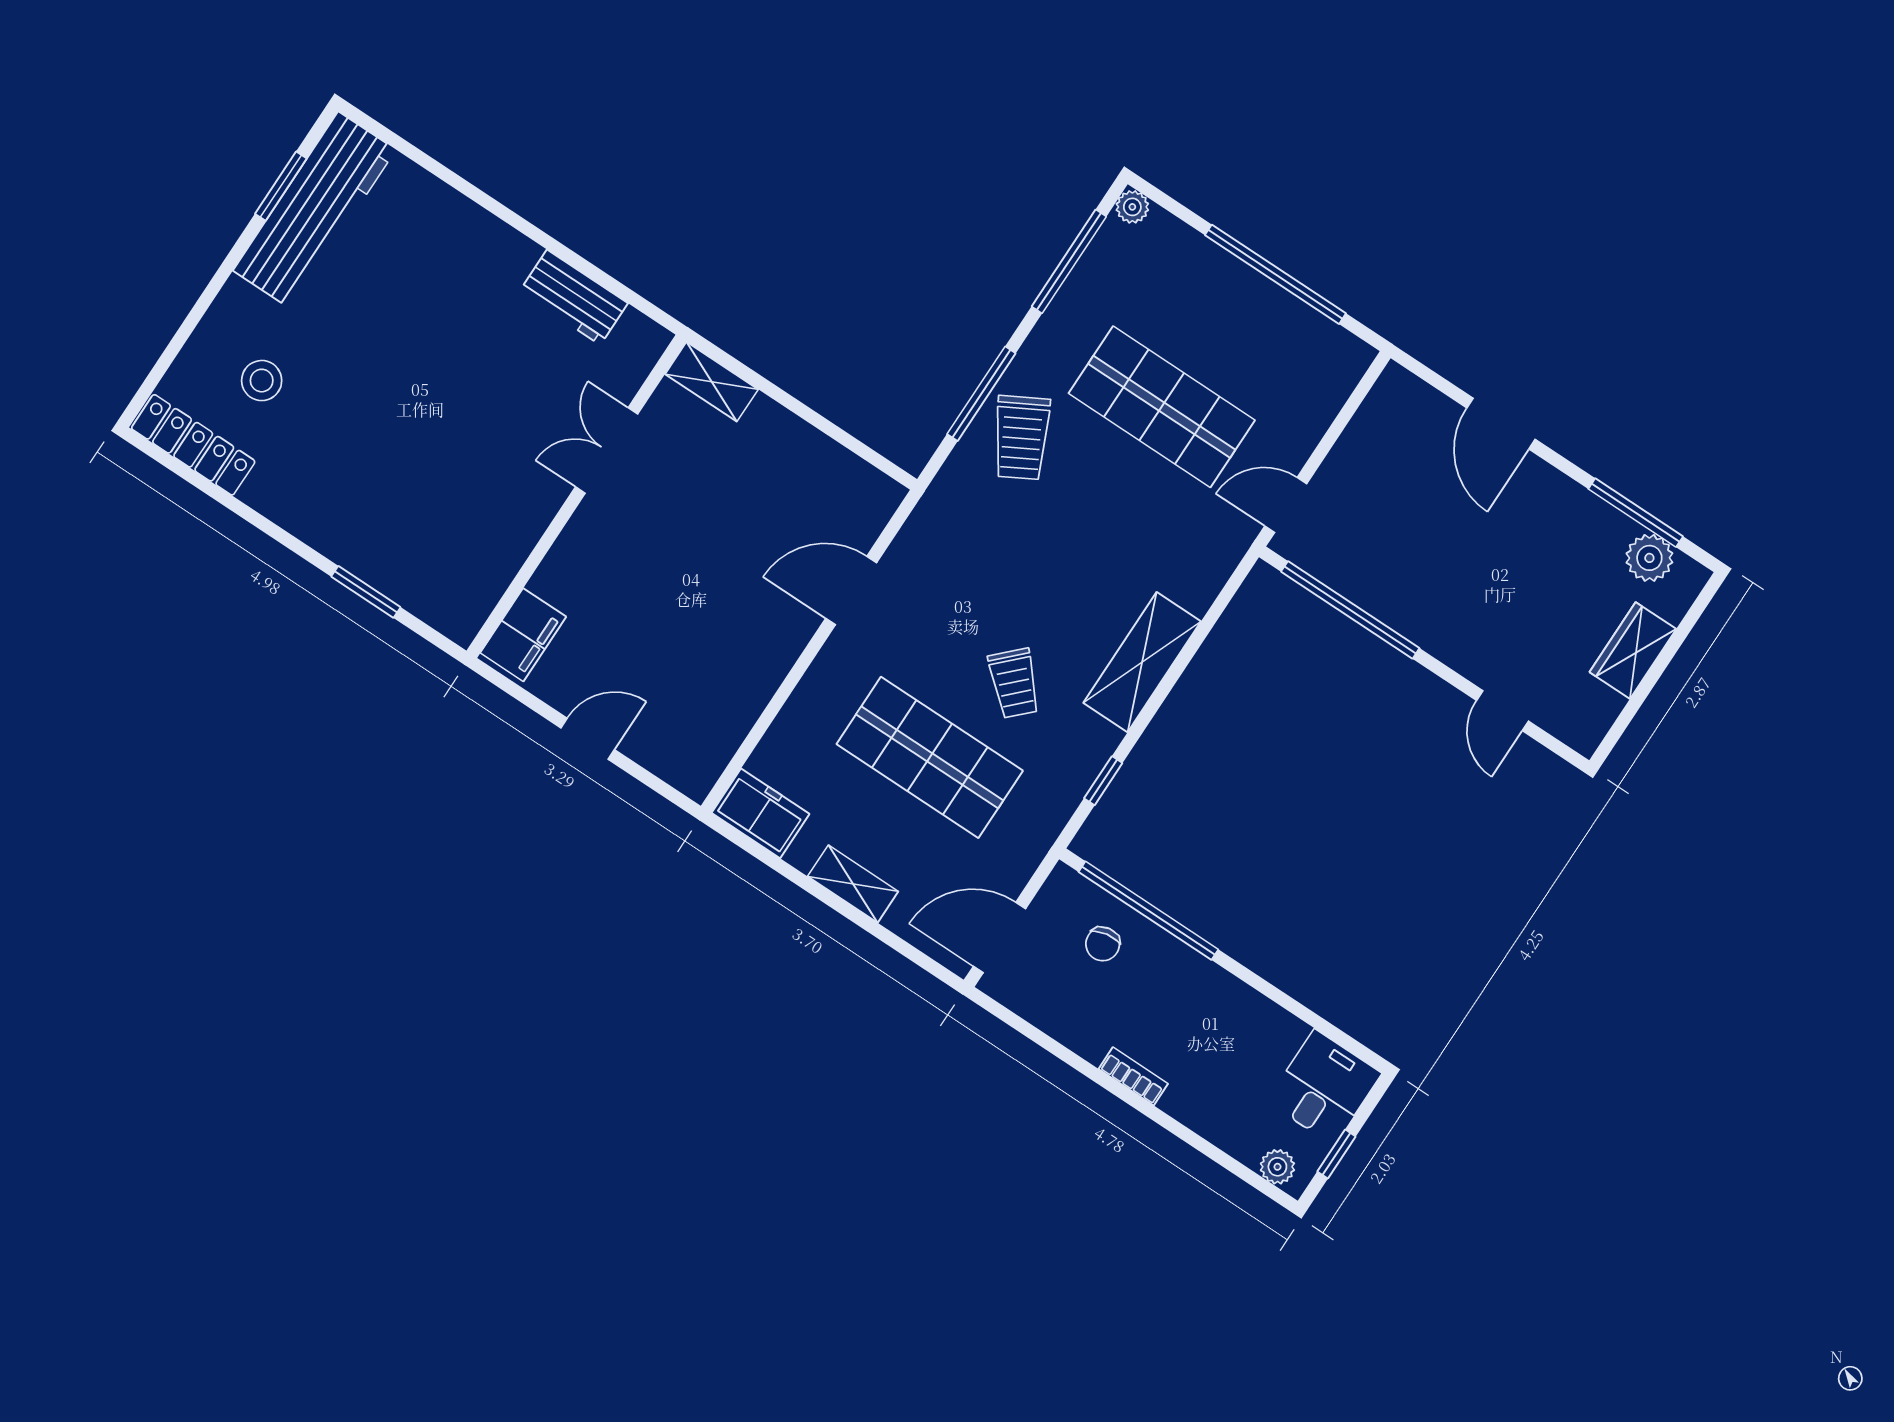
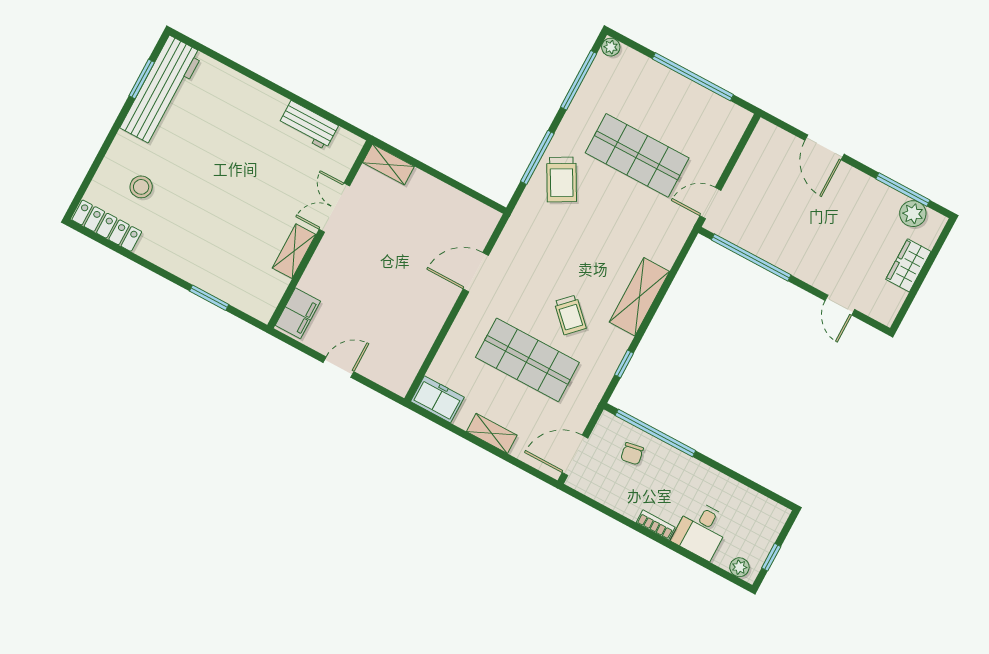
shelving: (527, 522) -> (294, 251), added
desk: (1324, 1087) -> (701, 530), moved, turned 180

